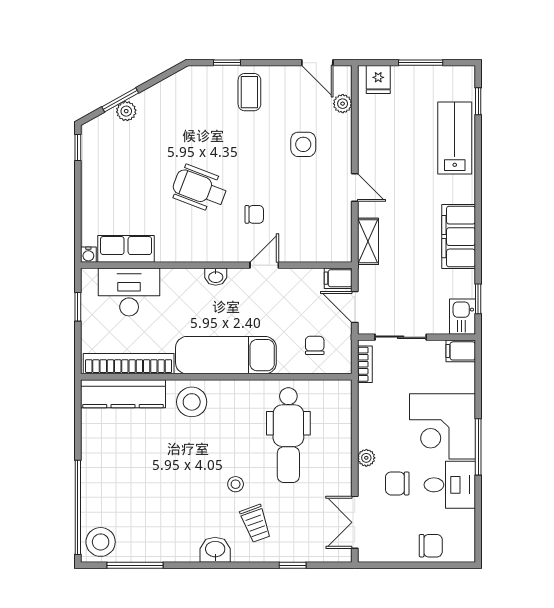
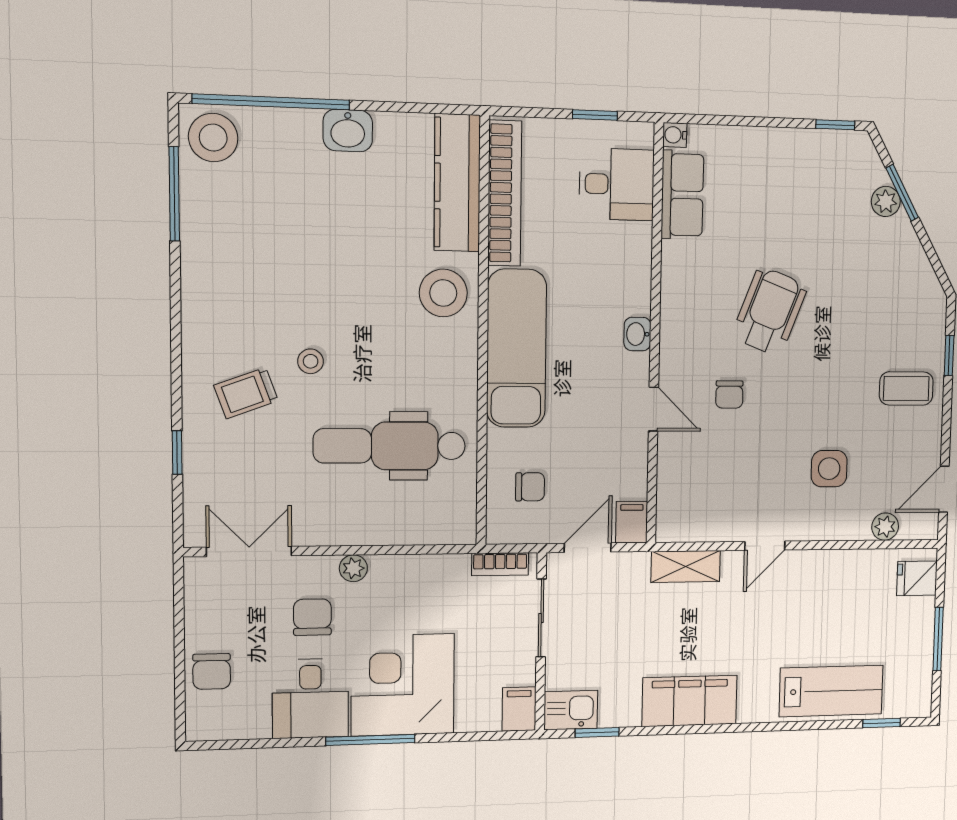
desk: (129, 292) -> (617, 184), width x0.73
washbasin: (215, 550) -> (348, 130), moved, turned 90

